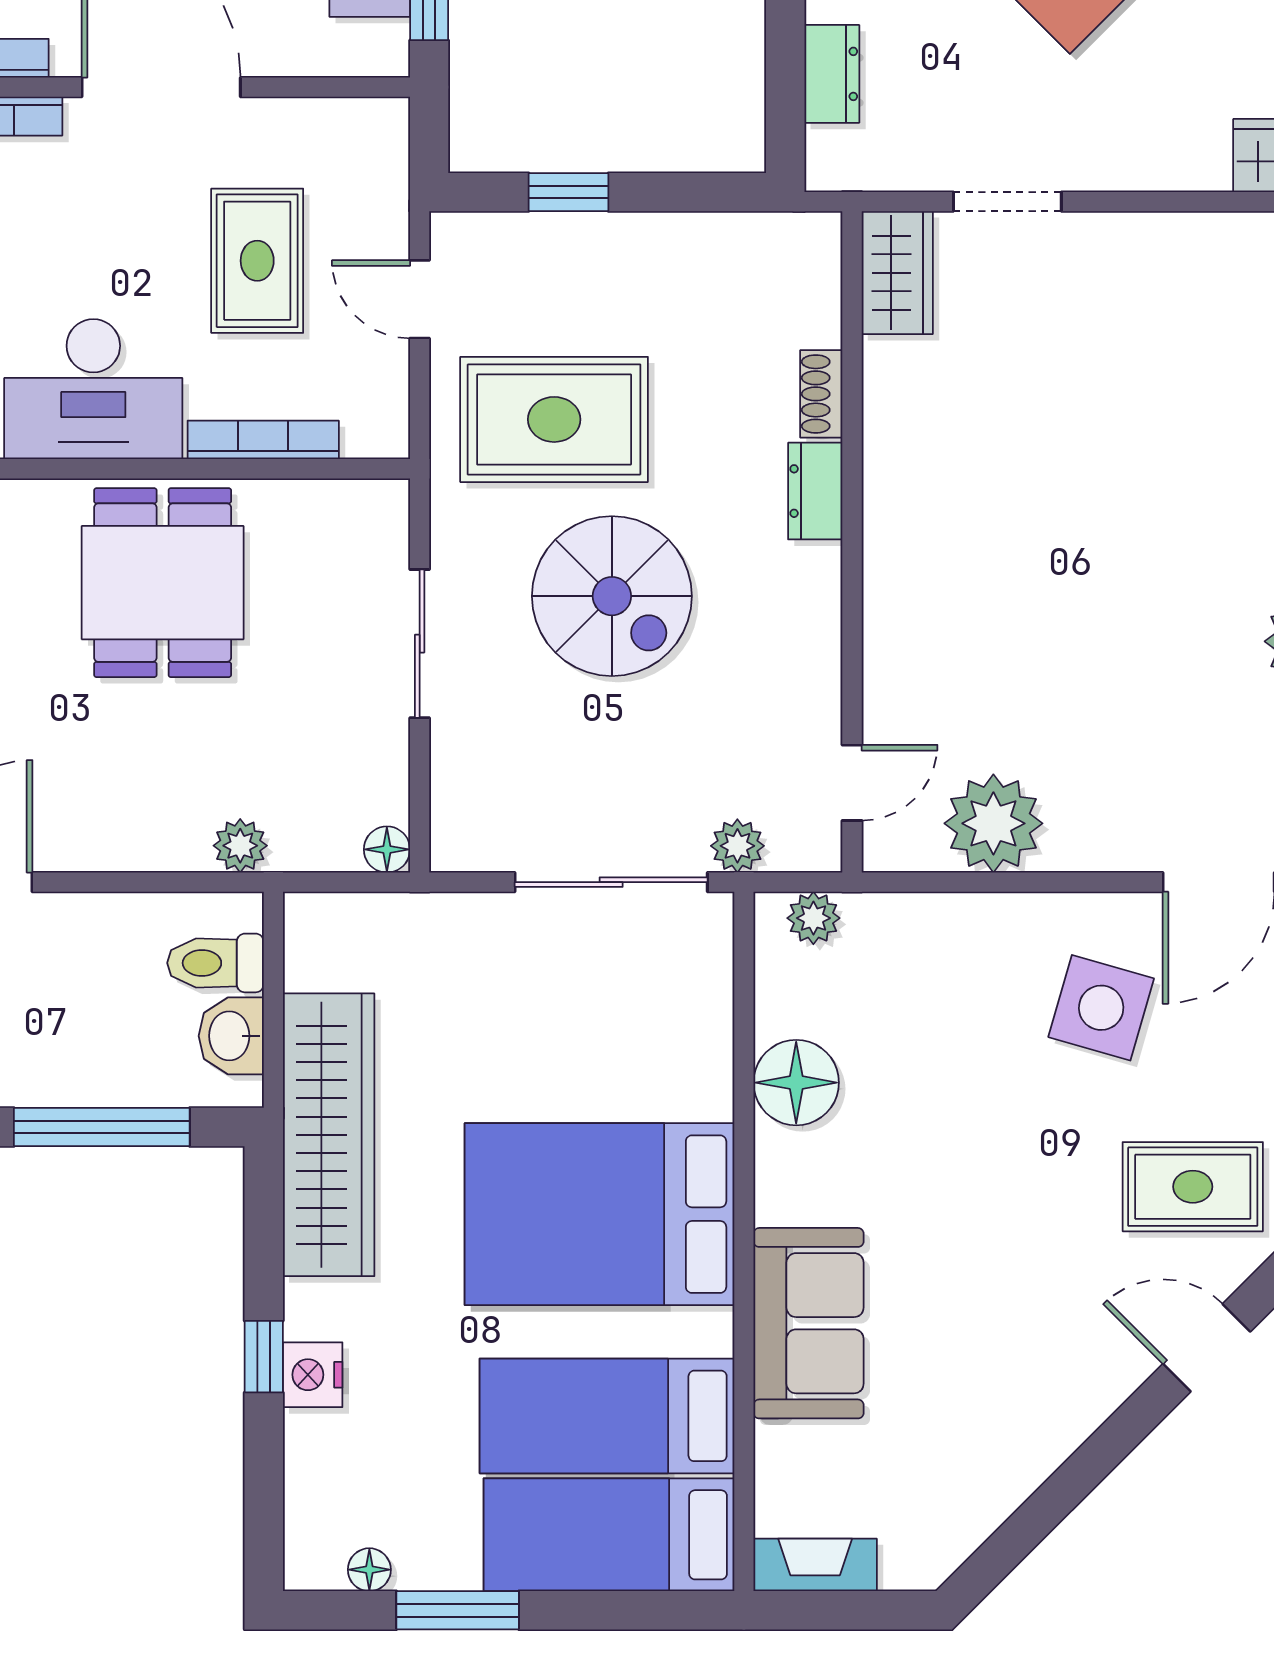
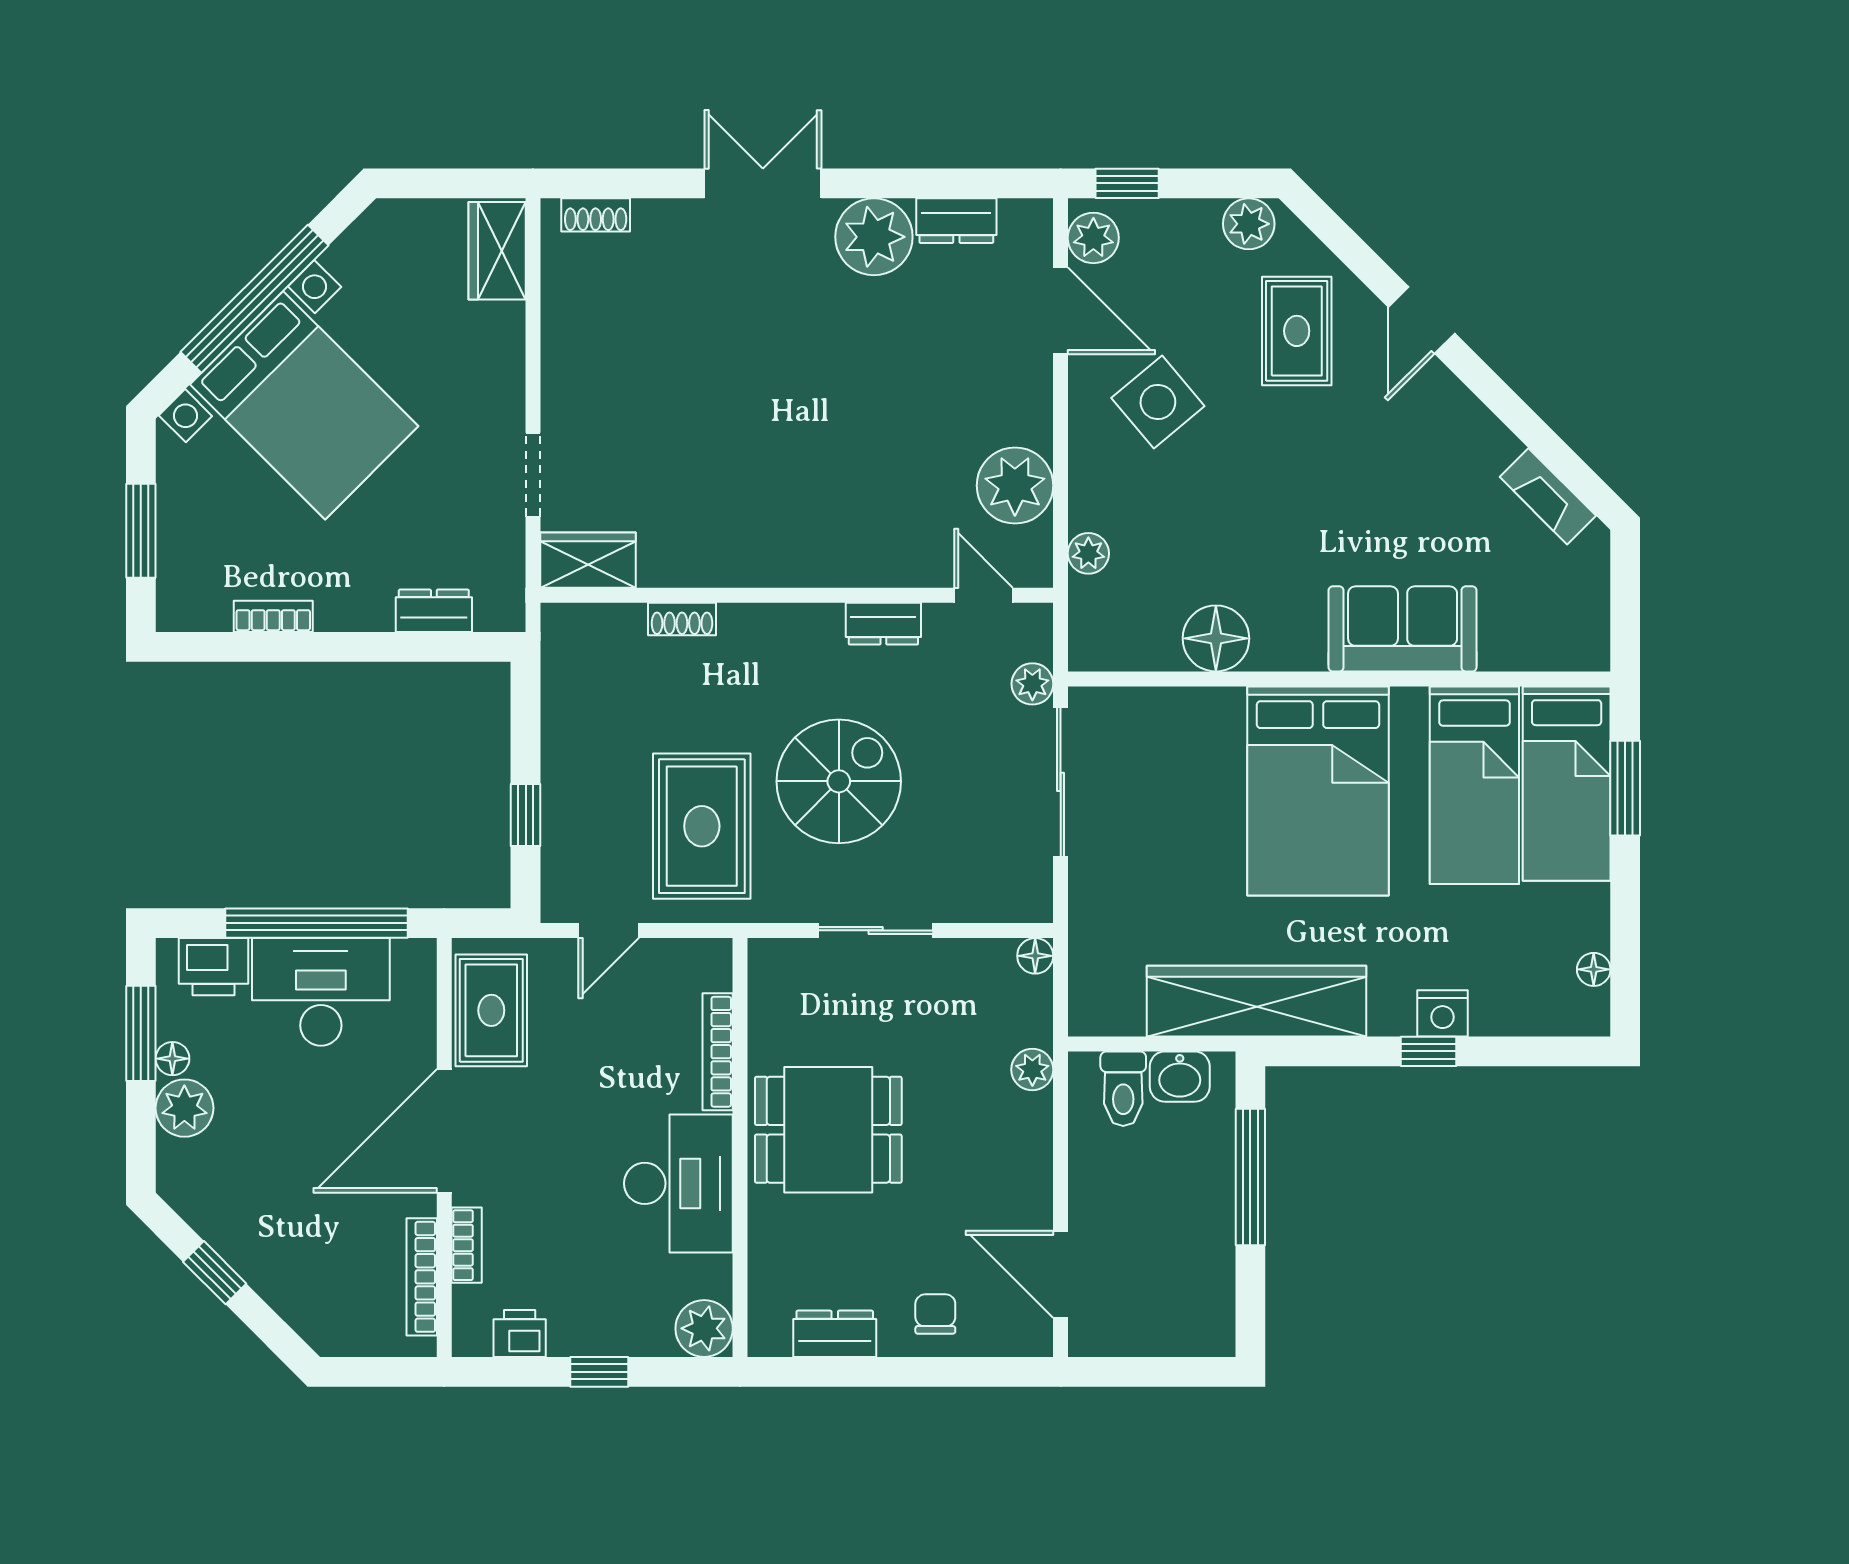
rug: (257, 261) -> (491, 1010), moved, turned 90
dresser: (815, 491) -> (883, 624), moved
plant: (813, 918) -> (1088, 553), moved
side table: (1101, 1008) -> (1158, 402), turned 34
fireplace: (815, 1565) -> (1548, 496), moved, turned -45
window: (458, 1610) -> (1625, 788), moved

